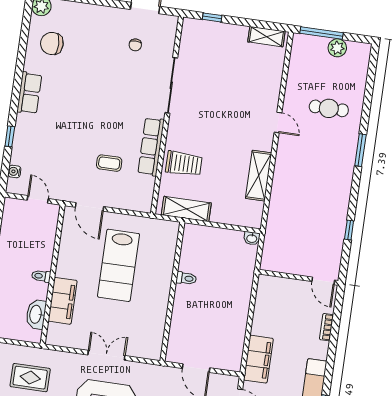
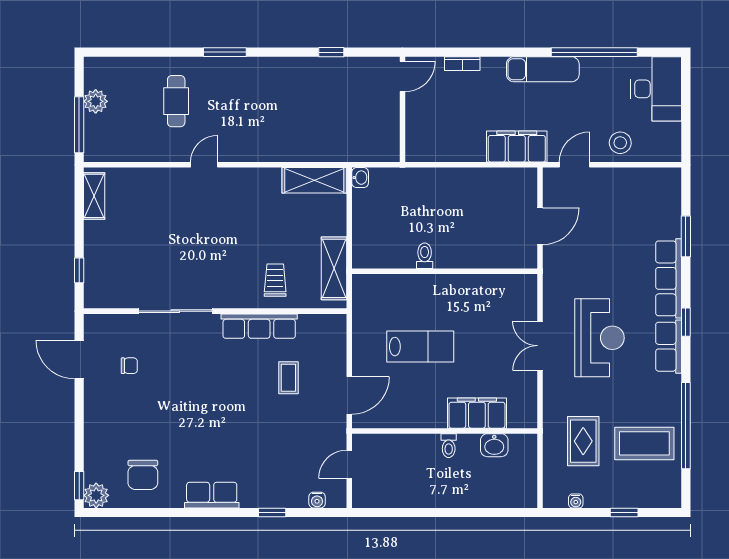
trolley: (184, 164) -> (275, 280), width x0.73, depth x0.72
shelving: (259, 176) -> (314, 180), moved
lab bench: (119, 265) -> (420, 347), width x0.73, depth x0.72
washbasin: (36, 314) -> (494, 445), width x0.72

